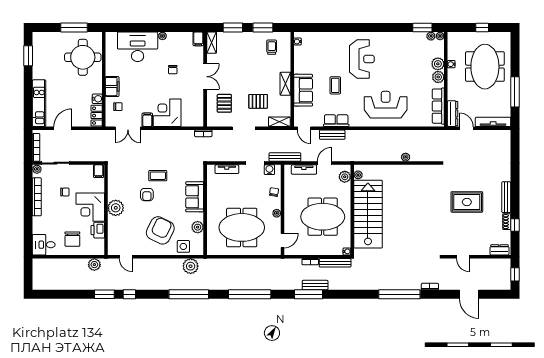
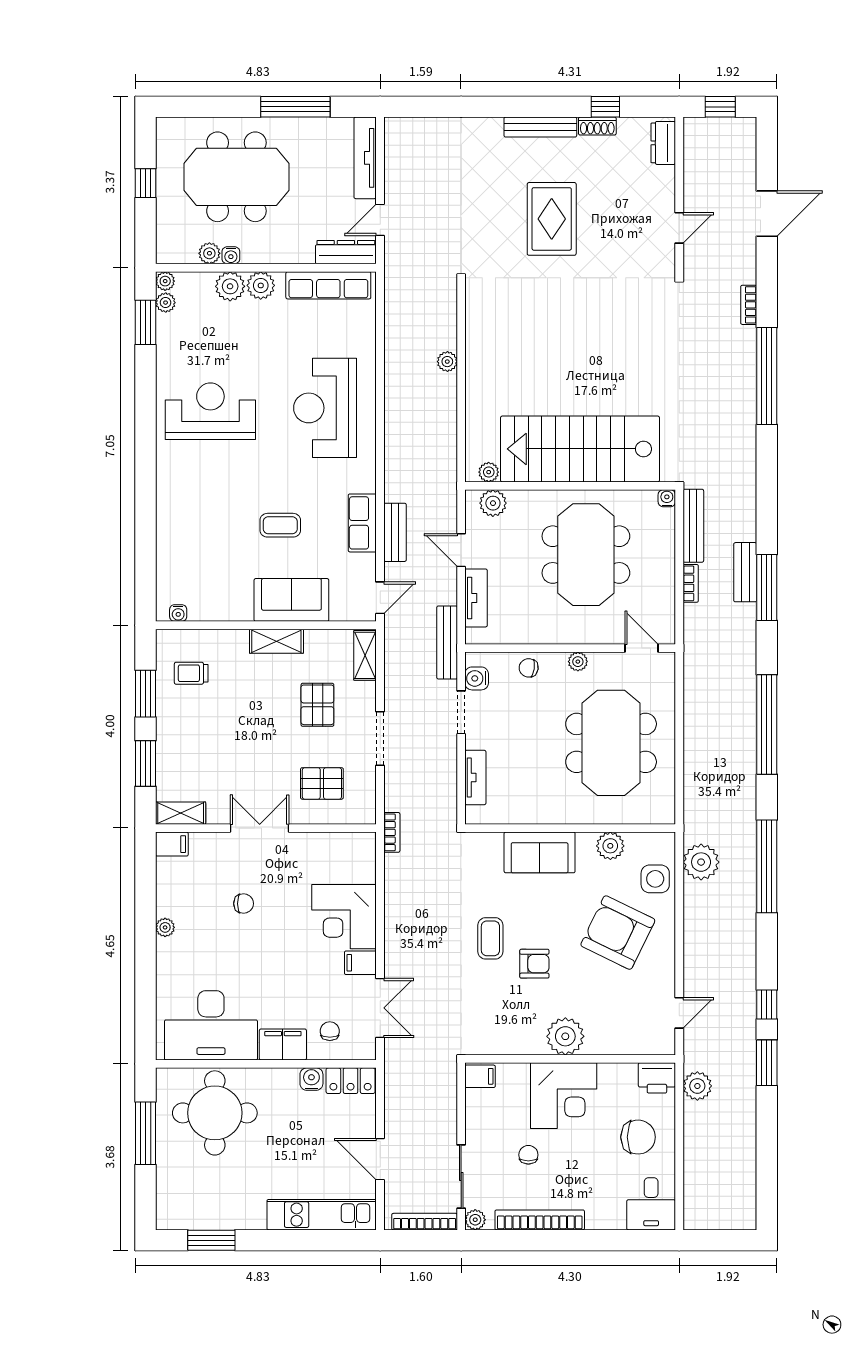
desk: (138, 47) -> (211, 1025), moved, turned -90
plant: (452, 55) -> (209, 253), added
reception desk: (362, 59) -> (210, 411), moved
printer: (98, 230) -> (657, 1078), moved

